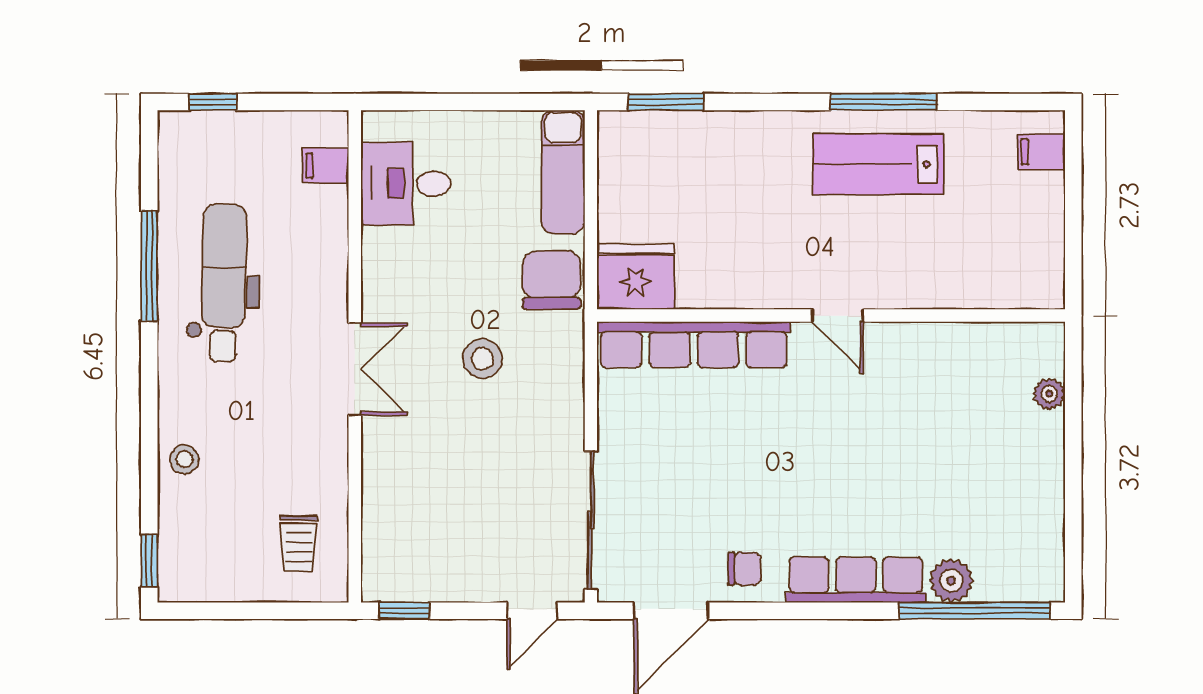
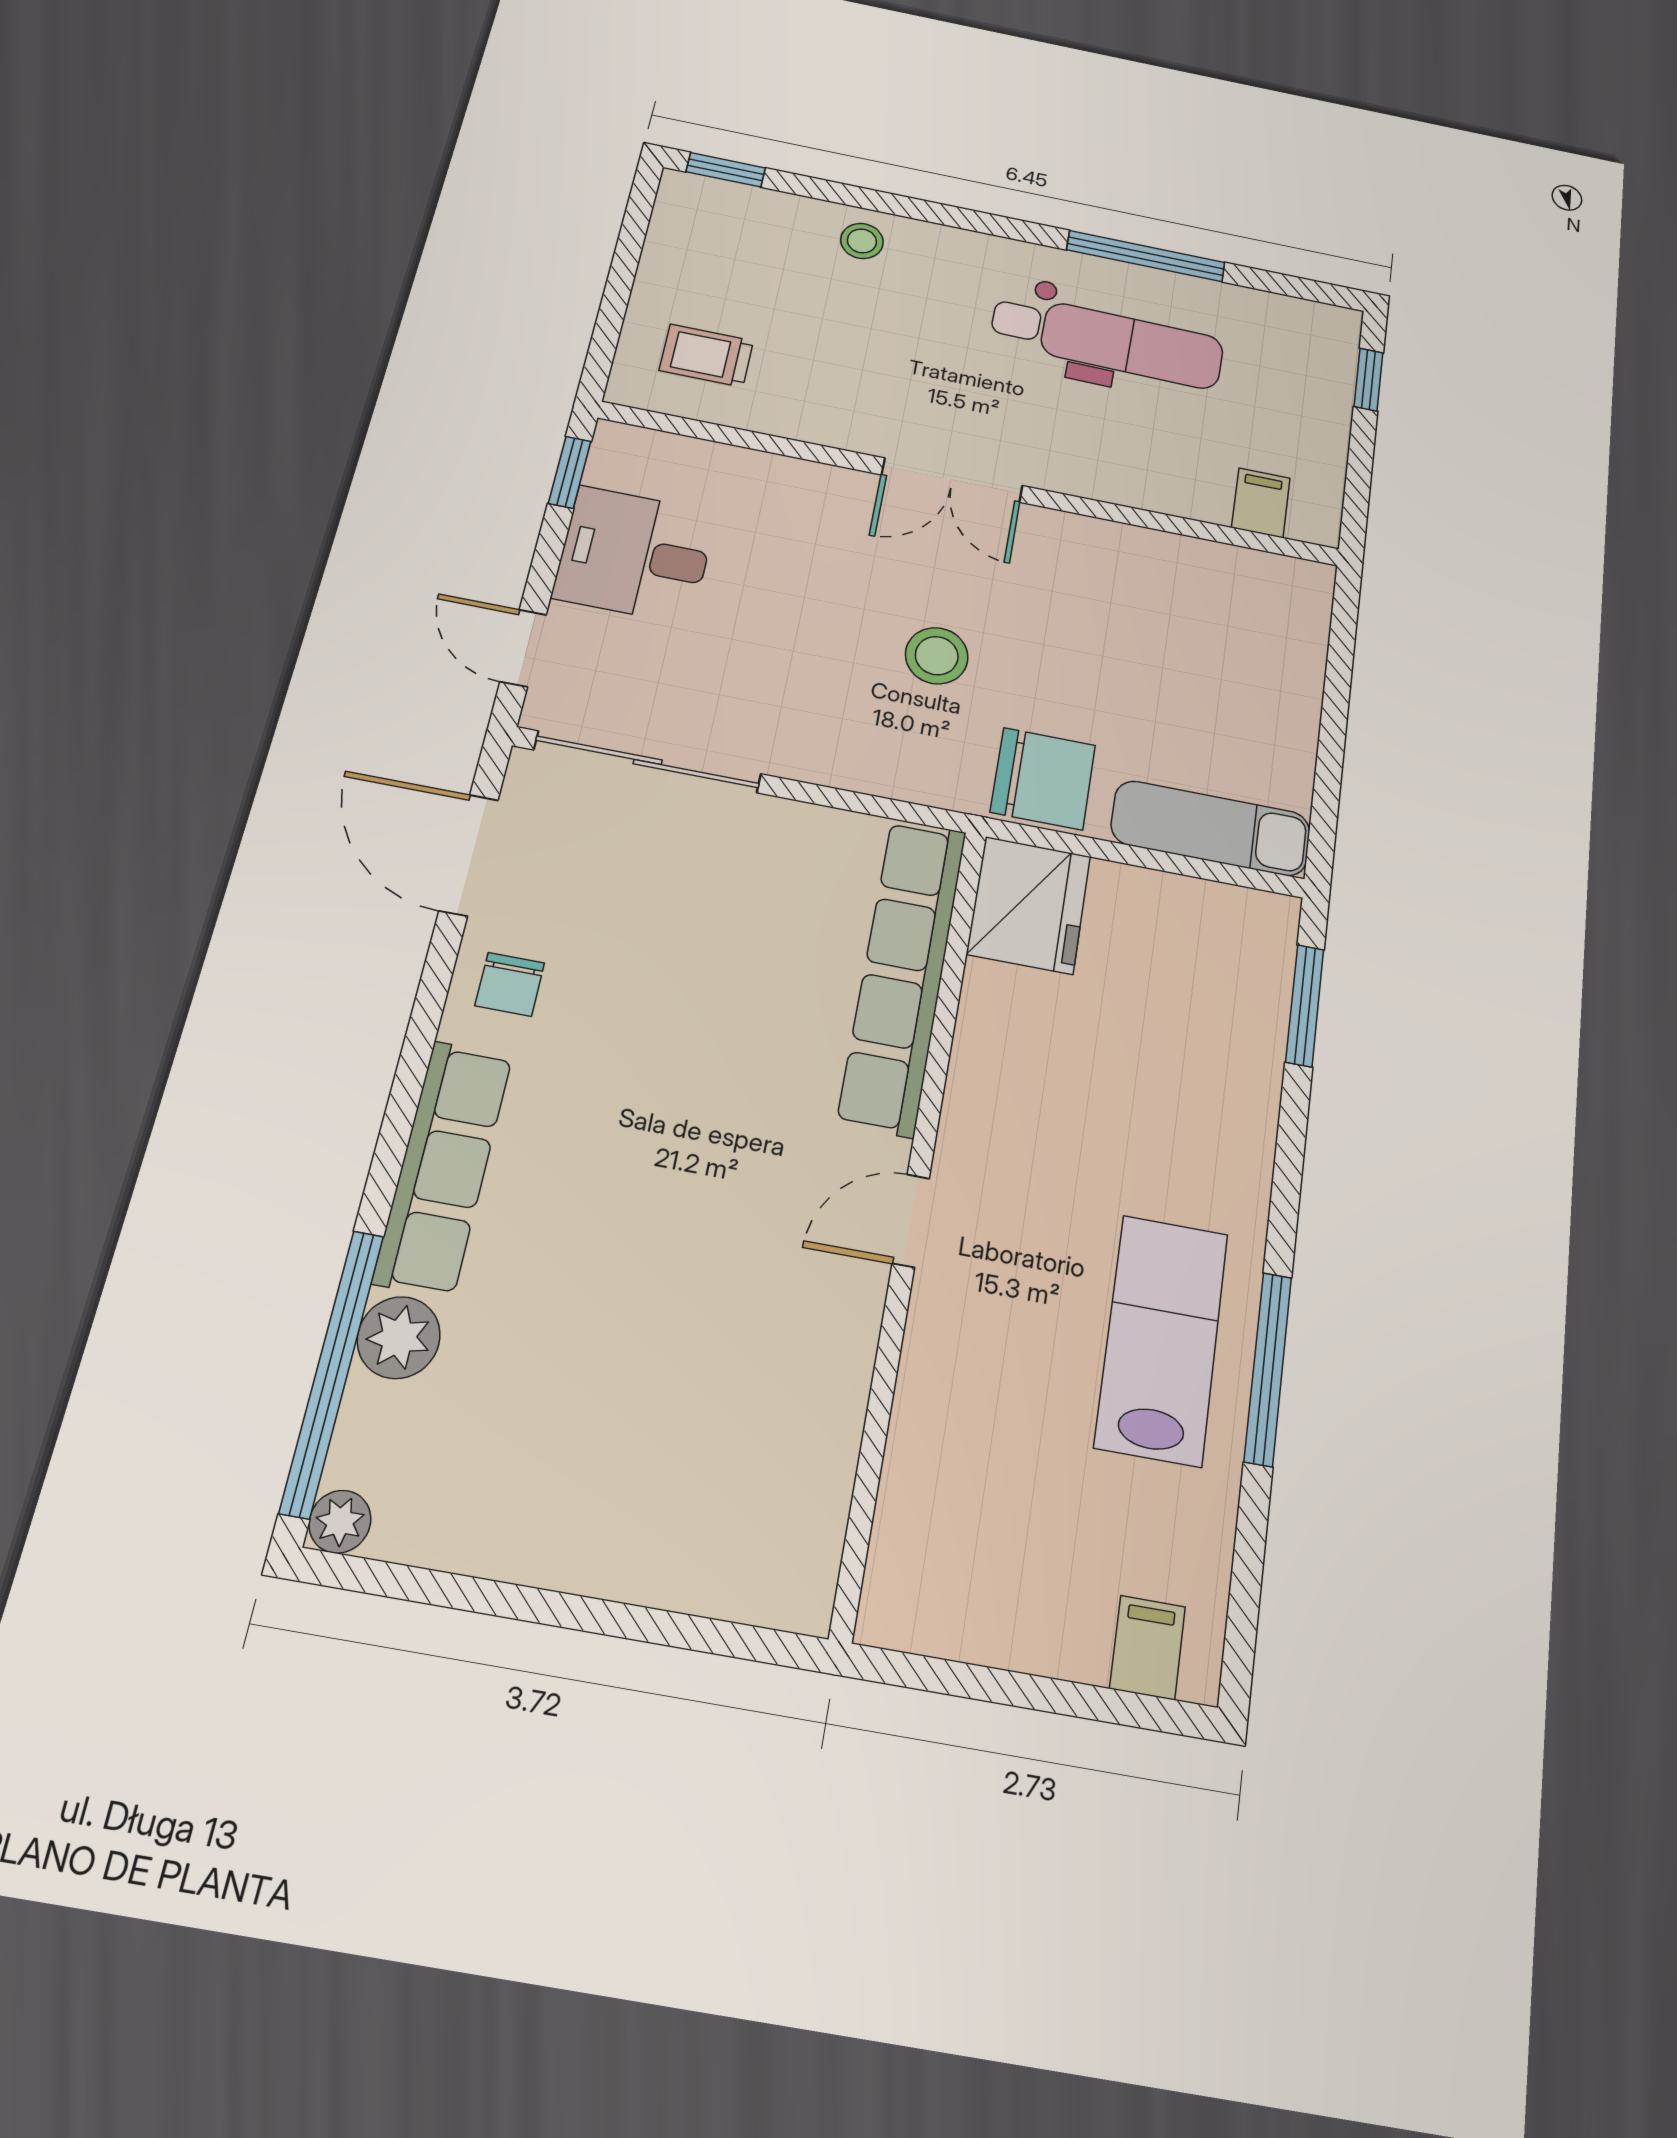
desk: (406, 184) -> (635, 555), moved, turned -90
plant: (1049, 394) -> (340, 1522), moved

